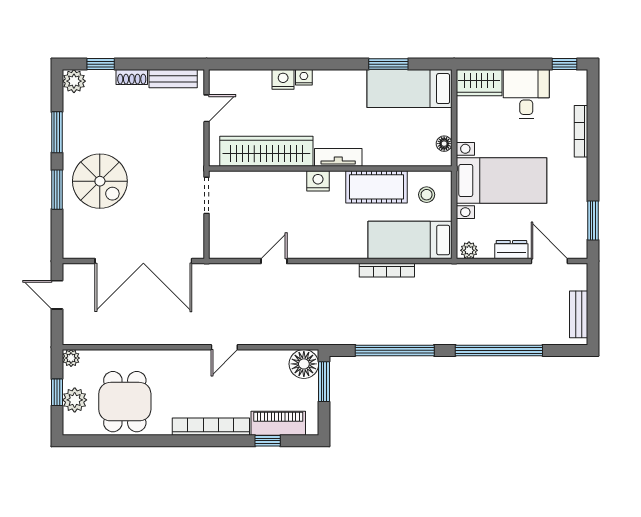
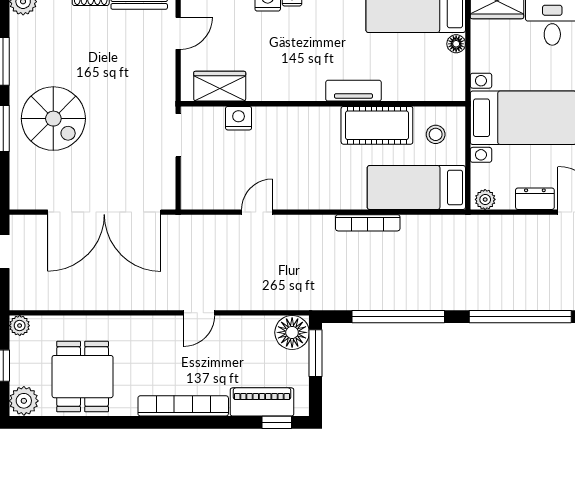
floor lamp: (444, 144) -> (456, 44), moved
wardrobe: (266, 151) -> (220, 86), width x0.48, depth x0.85
tv unit: (338, 157) -> (353, 91), moved
nightstand: (318, 181) -> (239, 118), moved
bookcase: (387, 270) -> (368, 223), moved
plant: (75, 400) -> (24, 401), moved
window: (268, 441) -> (277, 422), moved

